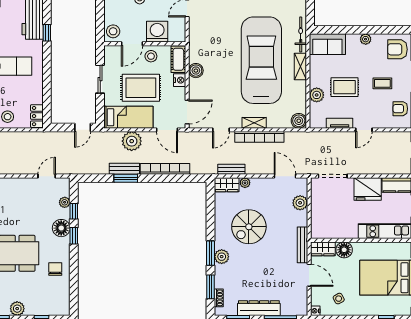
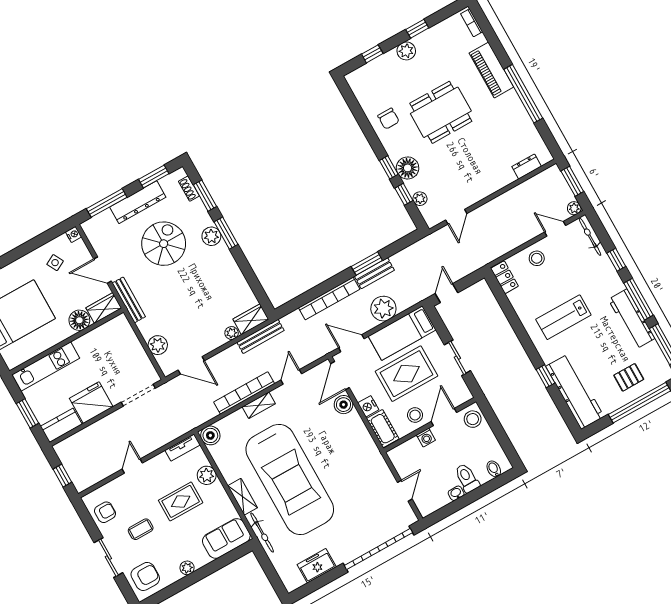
washing machine: (157, 32) -> (426, 438), width x0.53, depth x0.53
boiler: (196, 71) -> (344, 405), moved
tv unit: (340, 123) -> (182, 448), moved
bench: (231, 169) -> (260, 336), width x1.36
spiral stairs: (249, 227) -> (164, 244), moved

